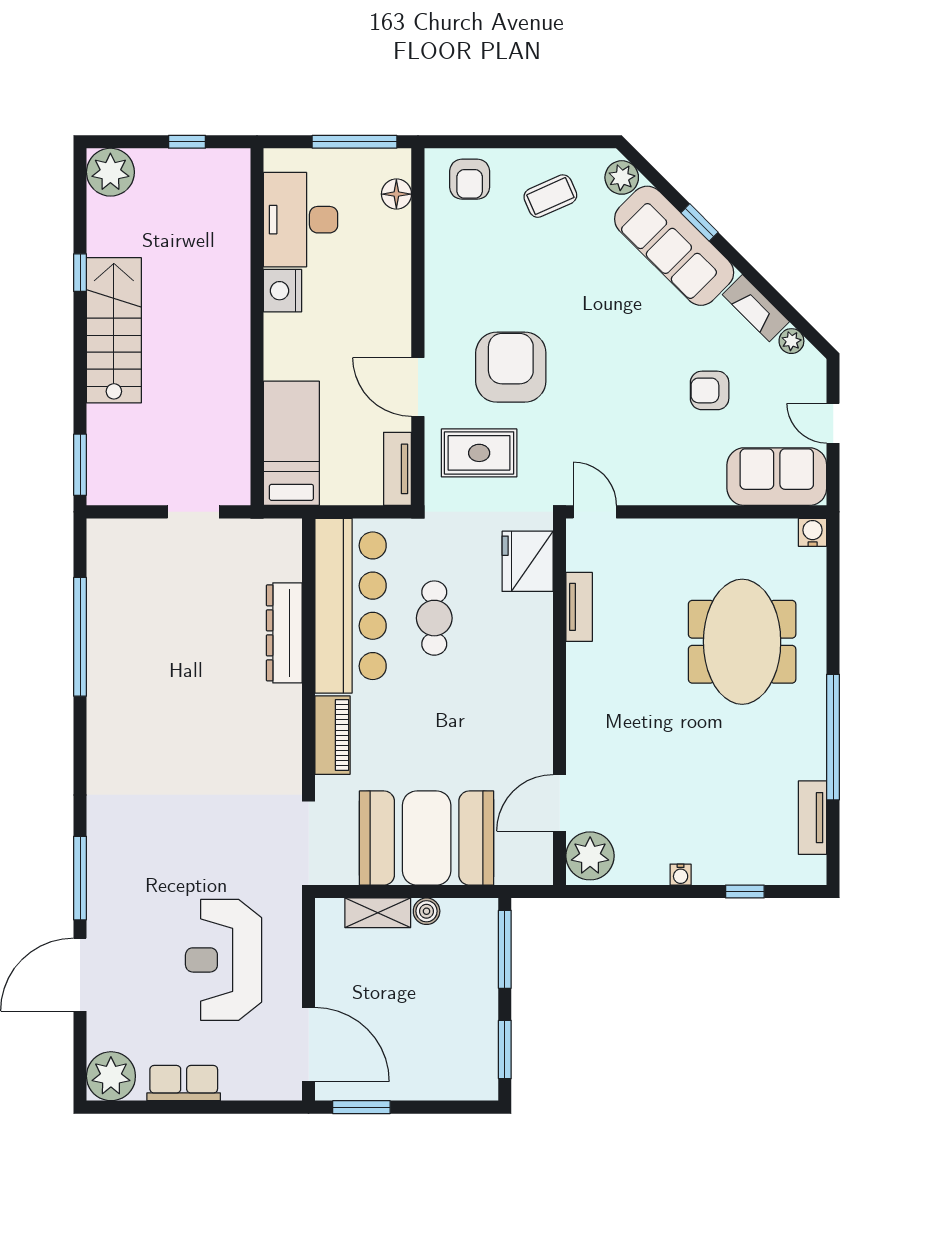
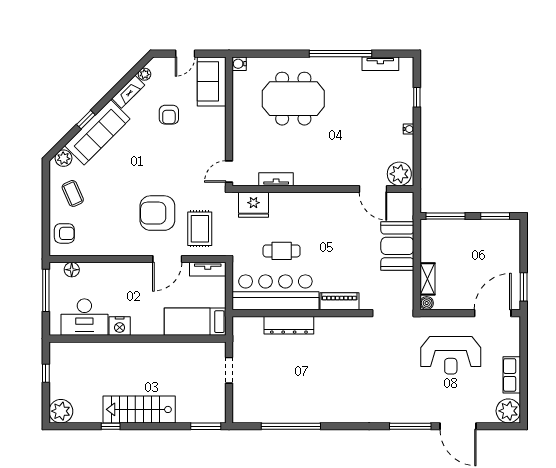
booth: (427, 838) -> (397, 246), width x0.73, depth x0.70
boiler: (427, 911) -> (427, 303), moved

